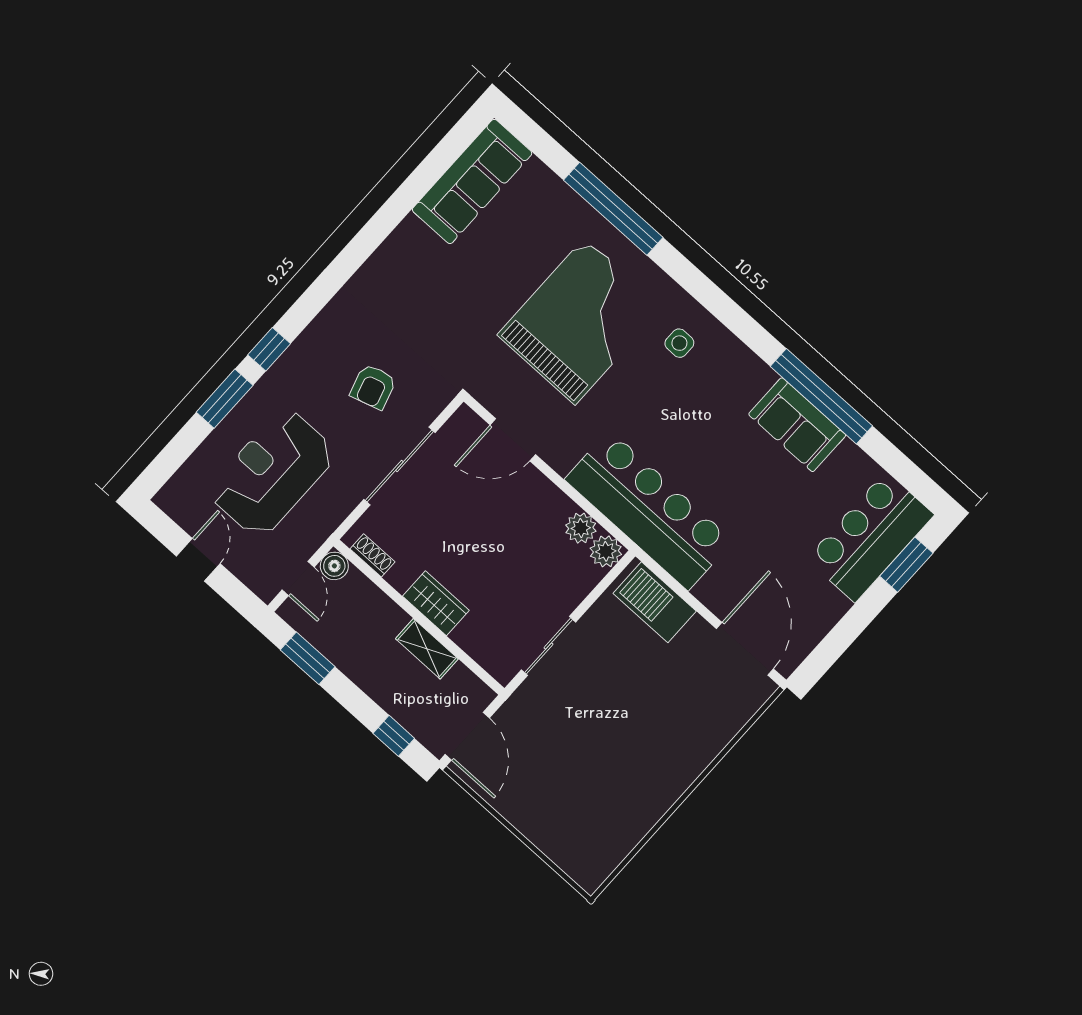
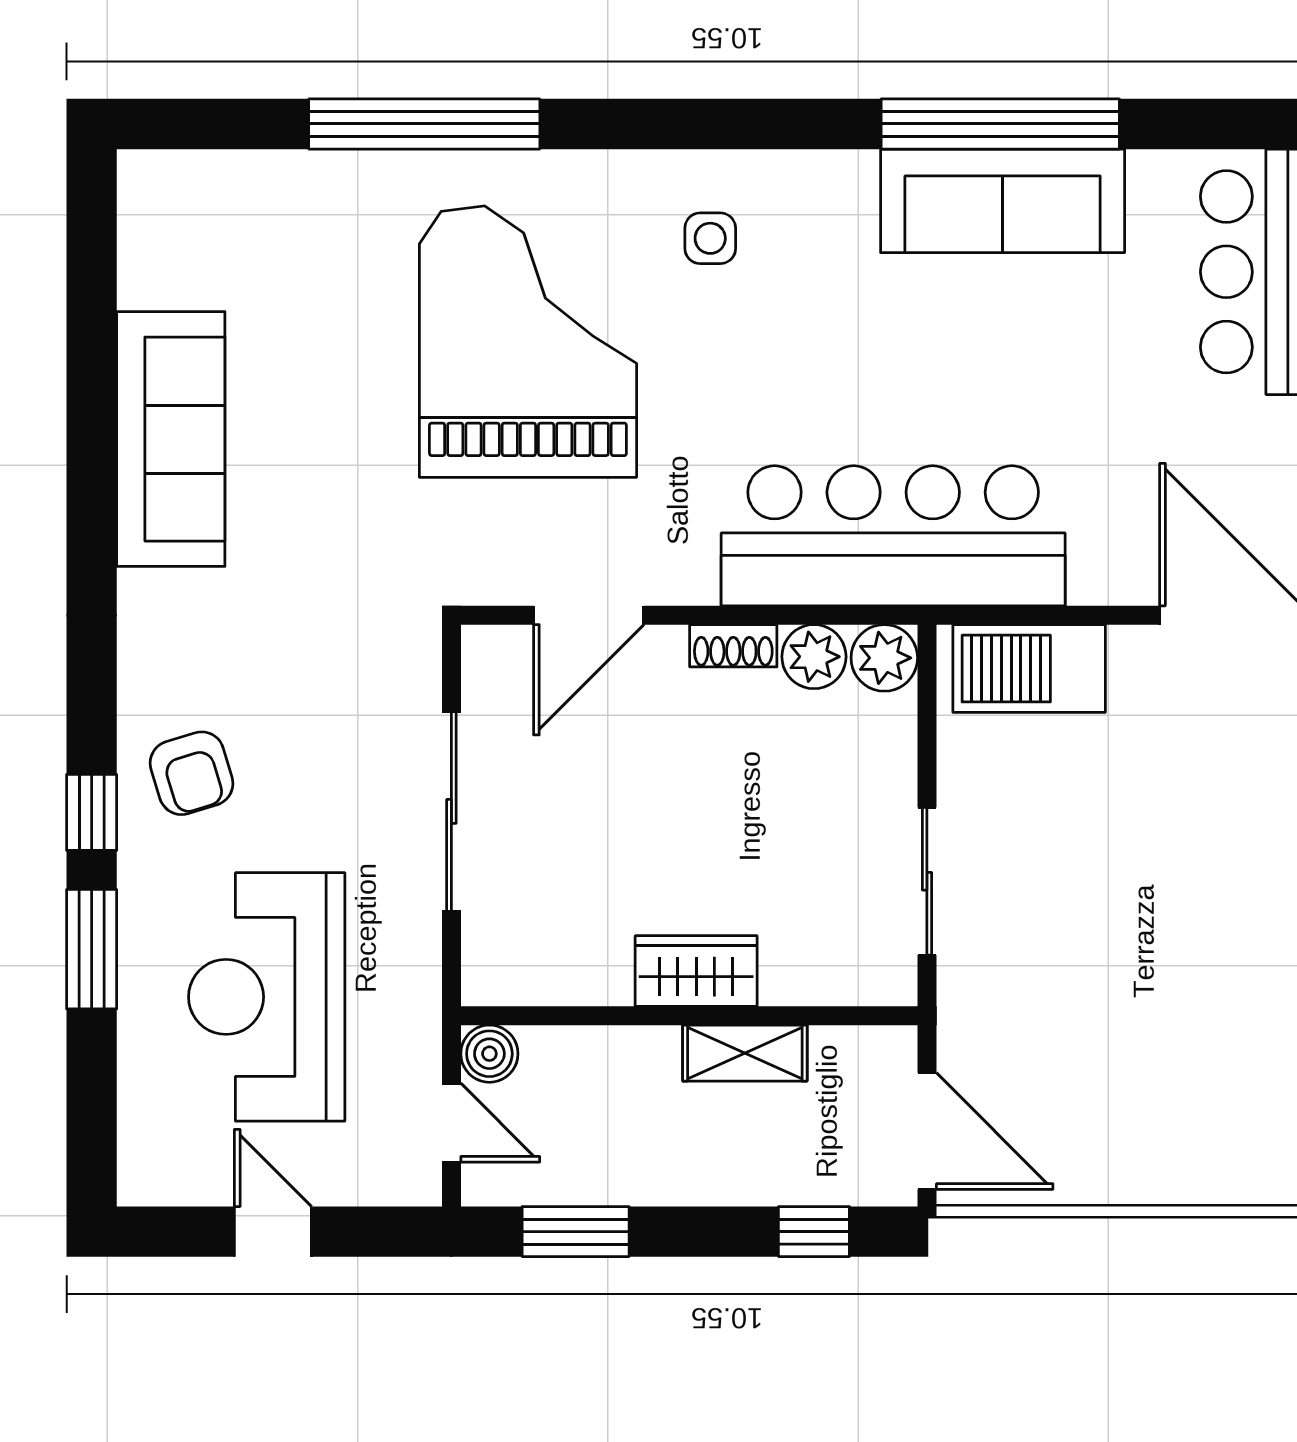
sofa: (472, 181) -> (171, 439), moved
armchair: (373, 387) -> (192, 773), moved
sofa: (797, 425) -> (1003, 201), width x1.36
shoe rack: (372, 555) -> (733, 646), moved, turned 180

